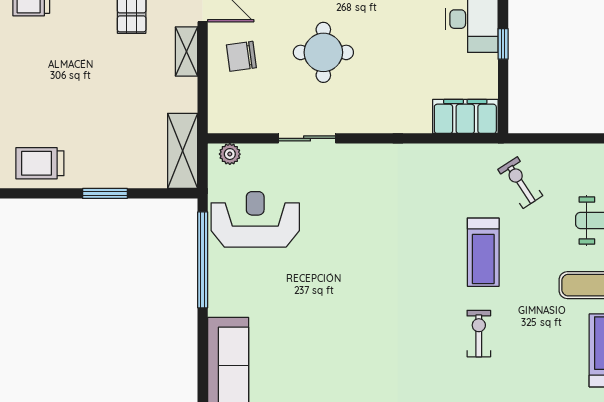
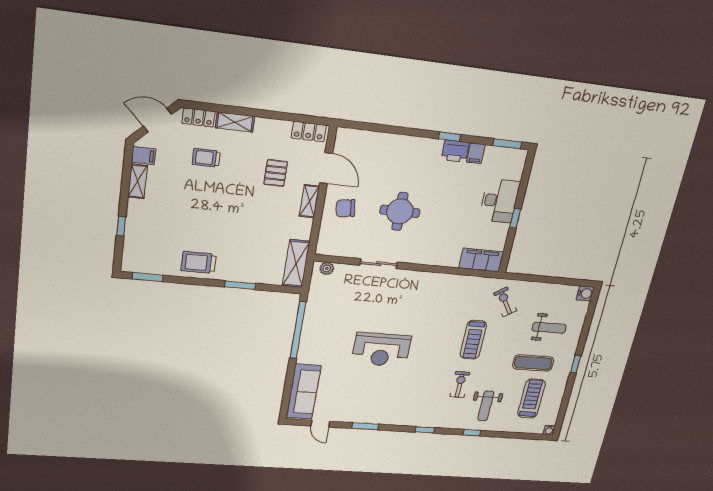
reception desk: (255, 219) -> (381, 350), moved, turned 180
weight bench: (531, 370) -> (486, 406), added

